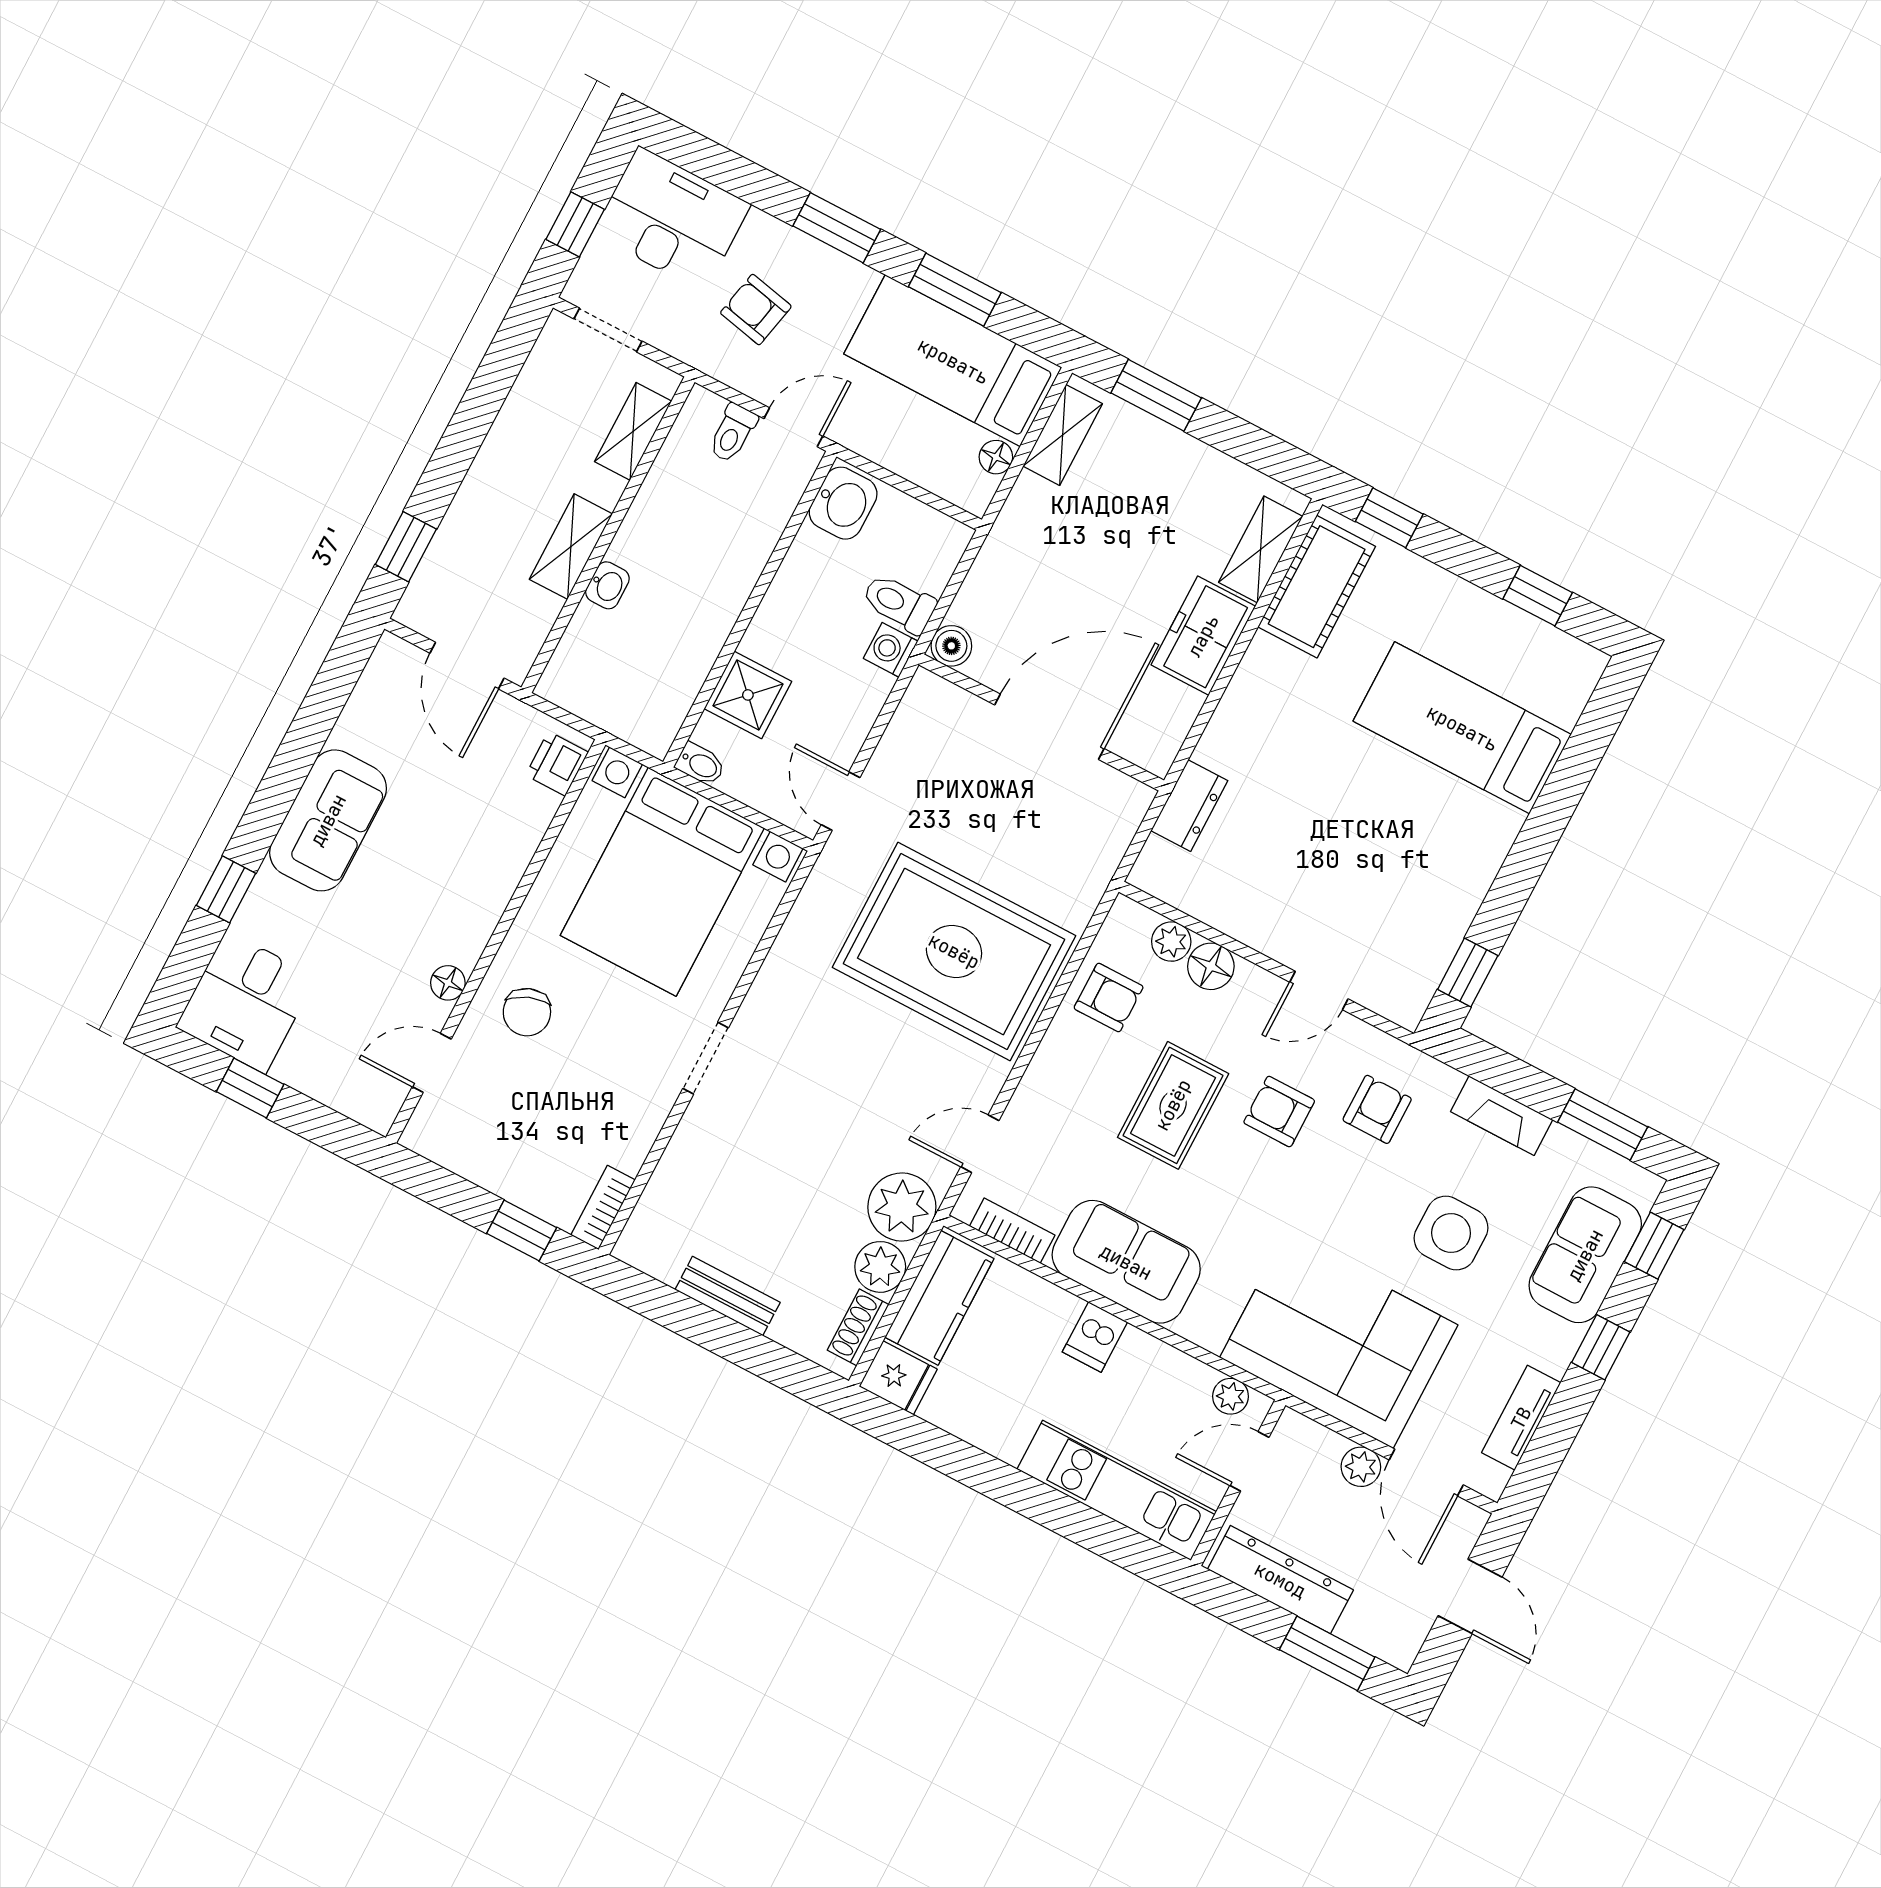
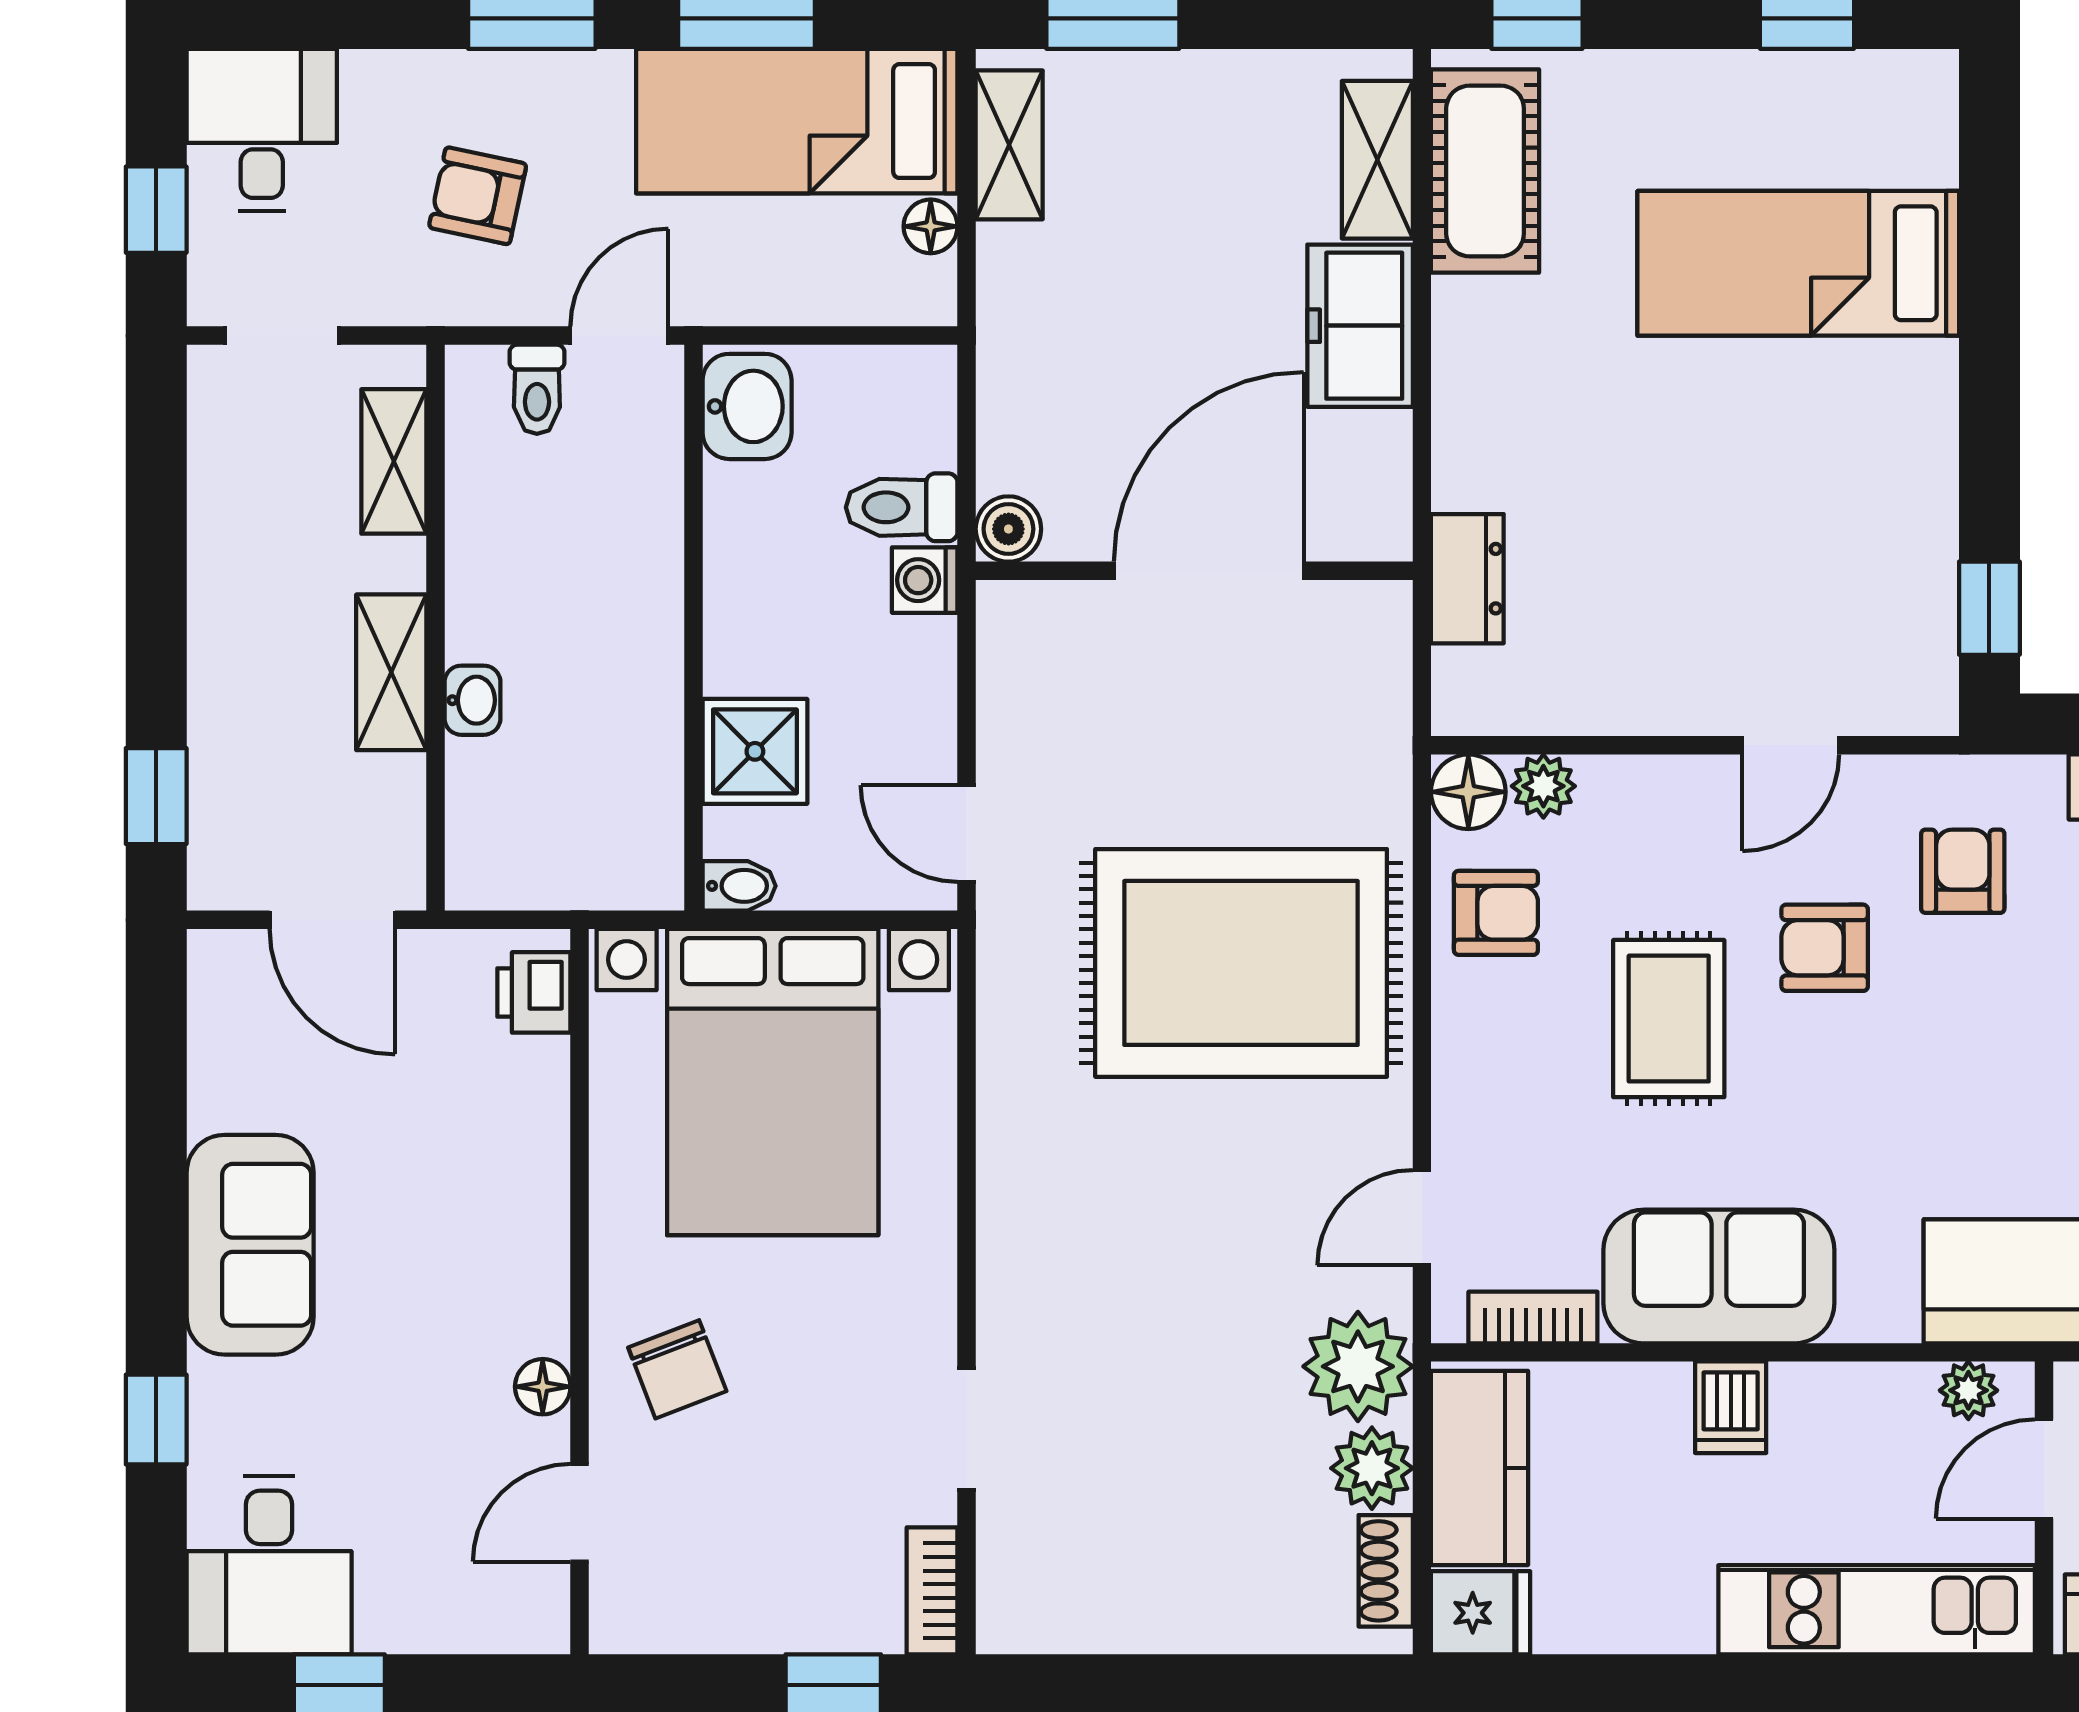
desk: (672, 219) -> (262, 130), width x0.73
floor lamp: (1211, 966) -> (1468, 792), moved
doorway: (706, 1058) -> (967, 1429), moved
bench: (728, 1296) -> (1176, 1624), removed

